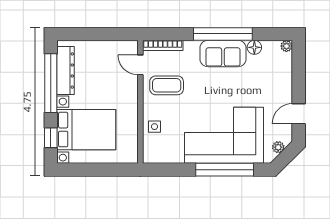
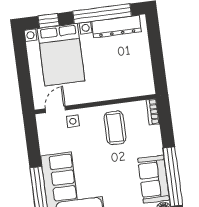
bookcase: (163, 45) -> (153, 112), width x0.64
door: (140, 65) -> (55, 109), moved

